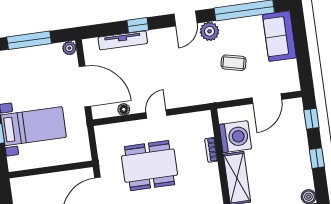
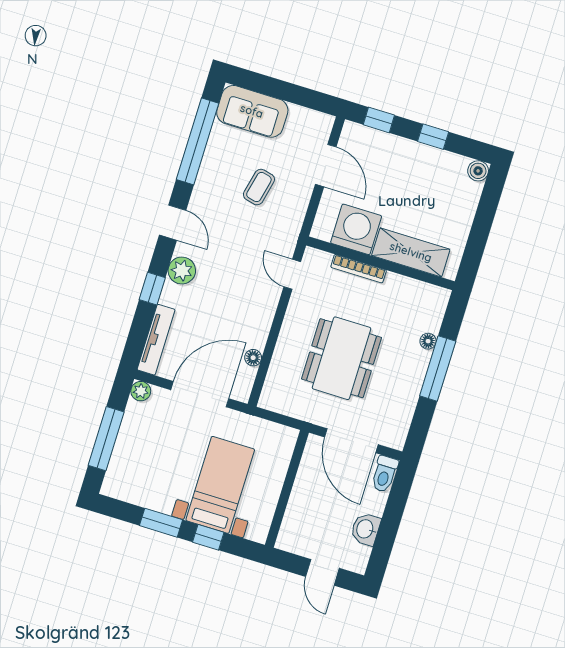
plant: (209, 31) -> (182, 271), moved
tv unit: (123, 40) -> (156, 340), moved
door: (156, 114) -> (292, 274), moved
bookcase: (211, 150) -> (359, 269), width x1.56

